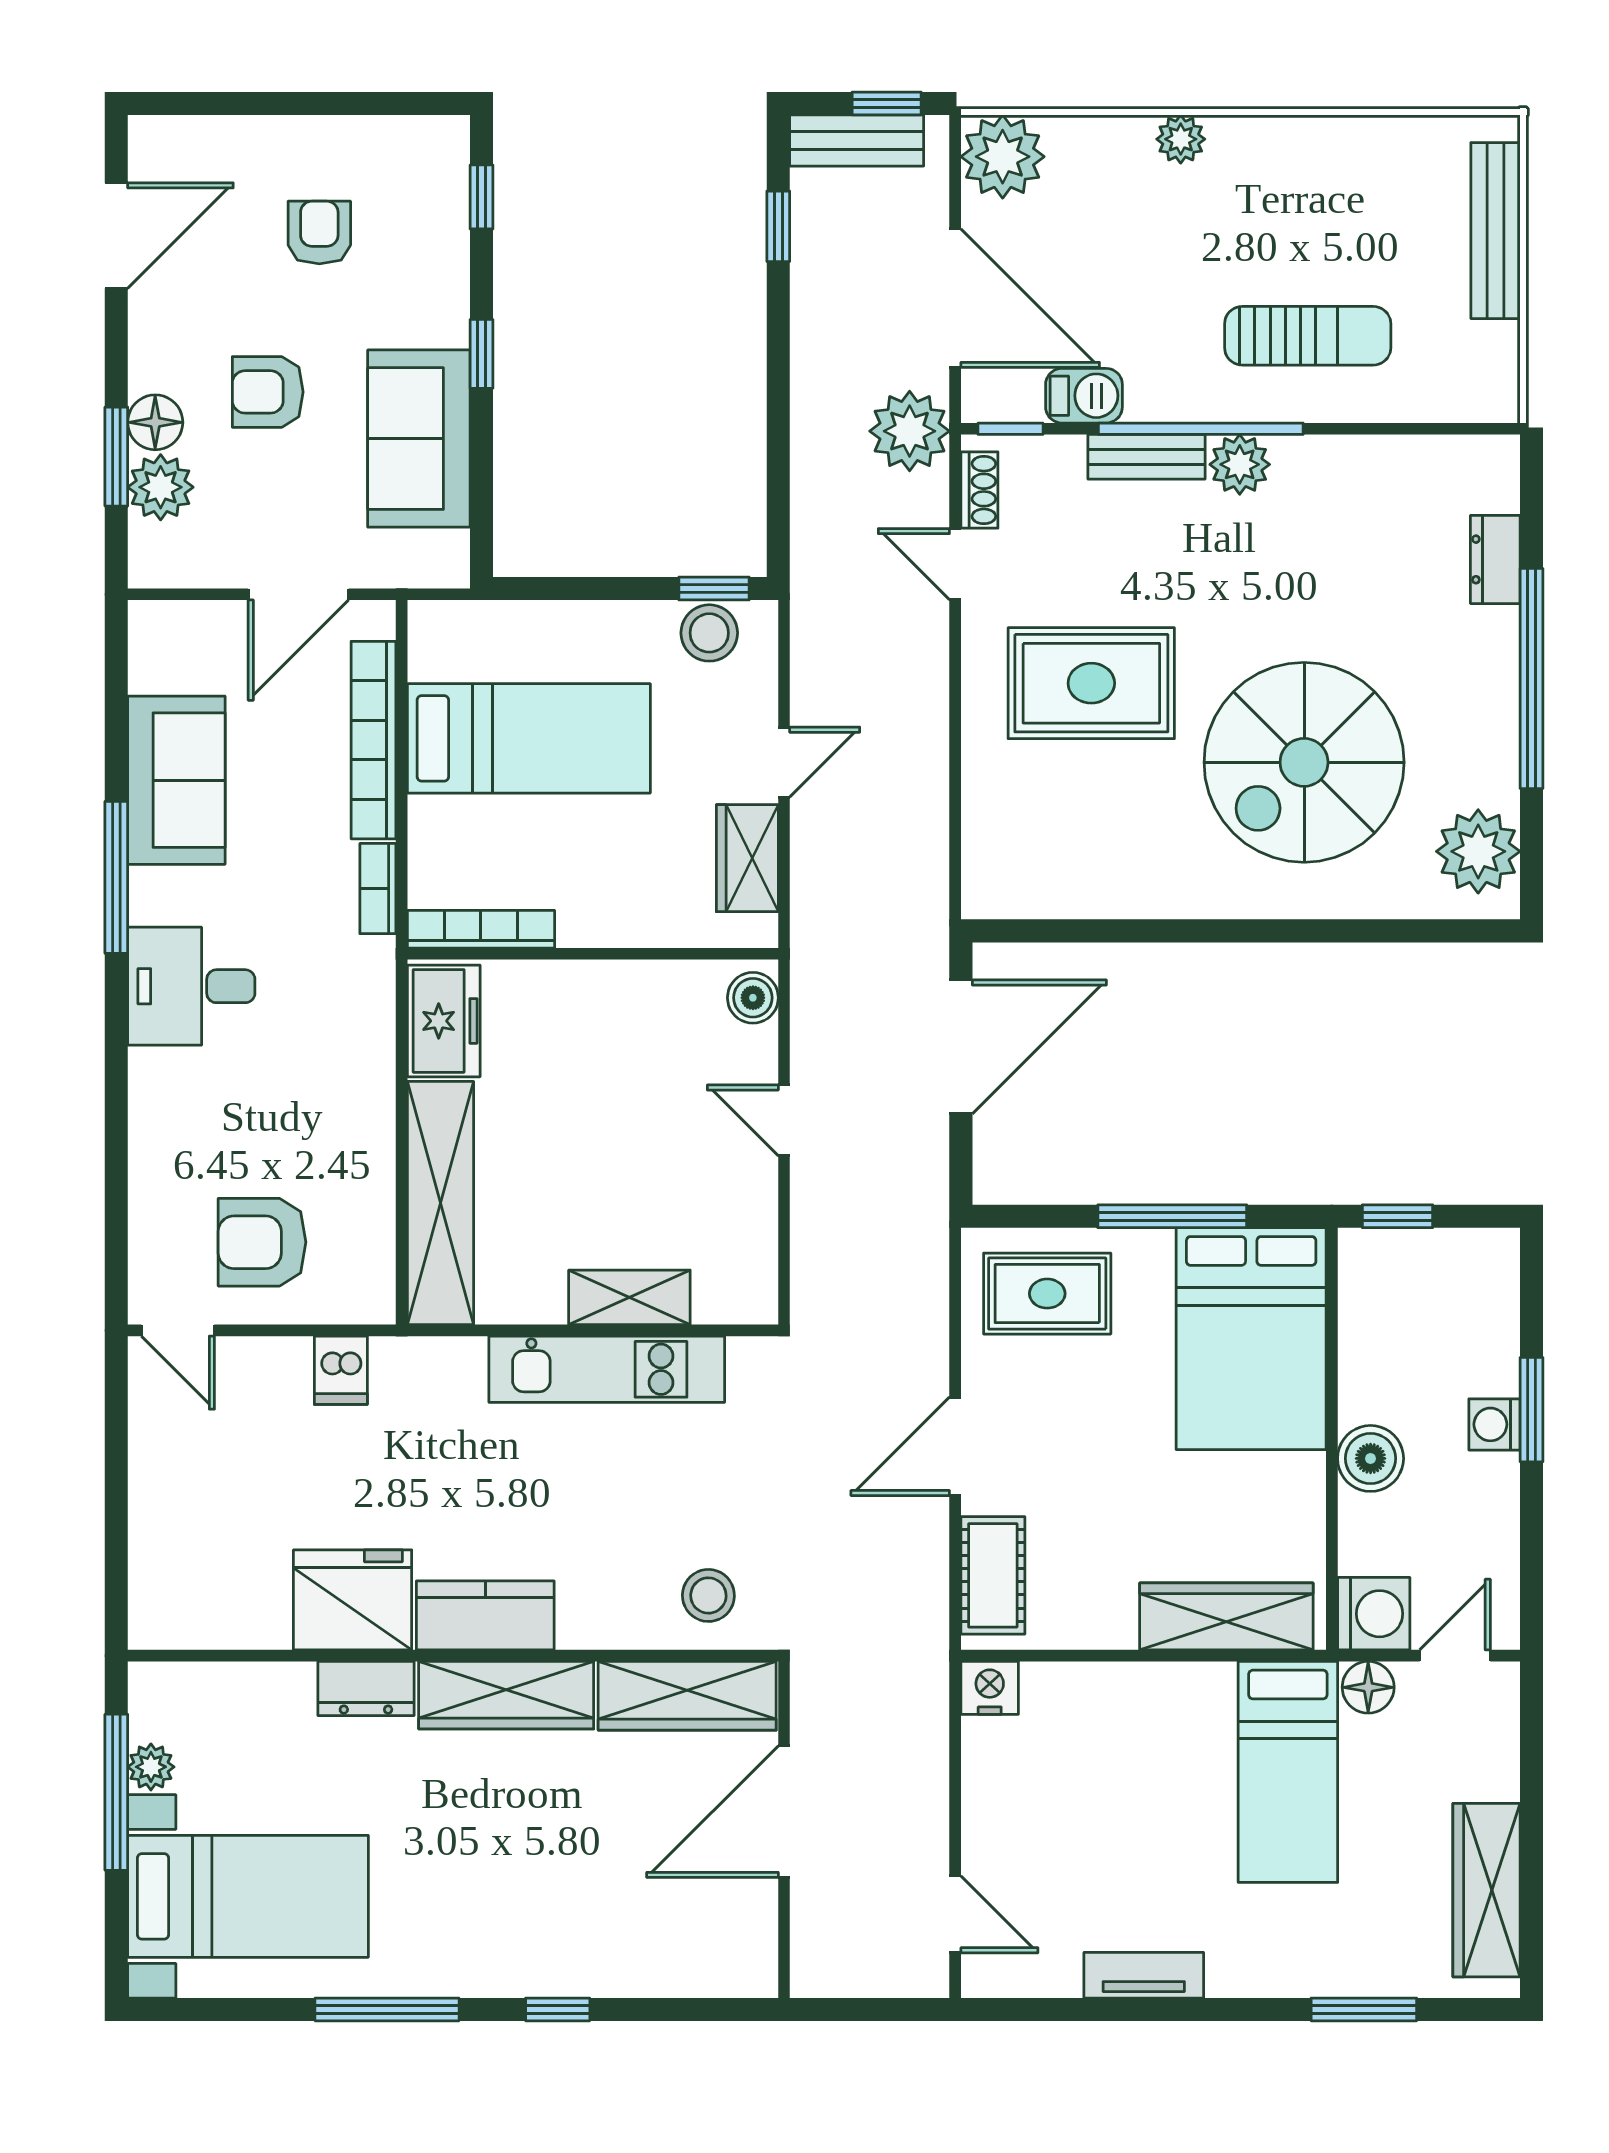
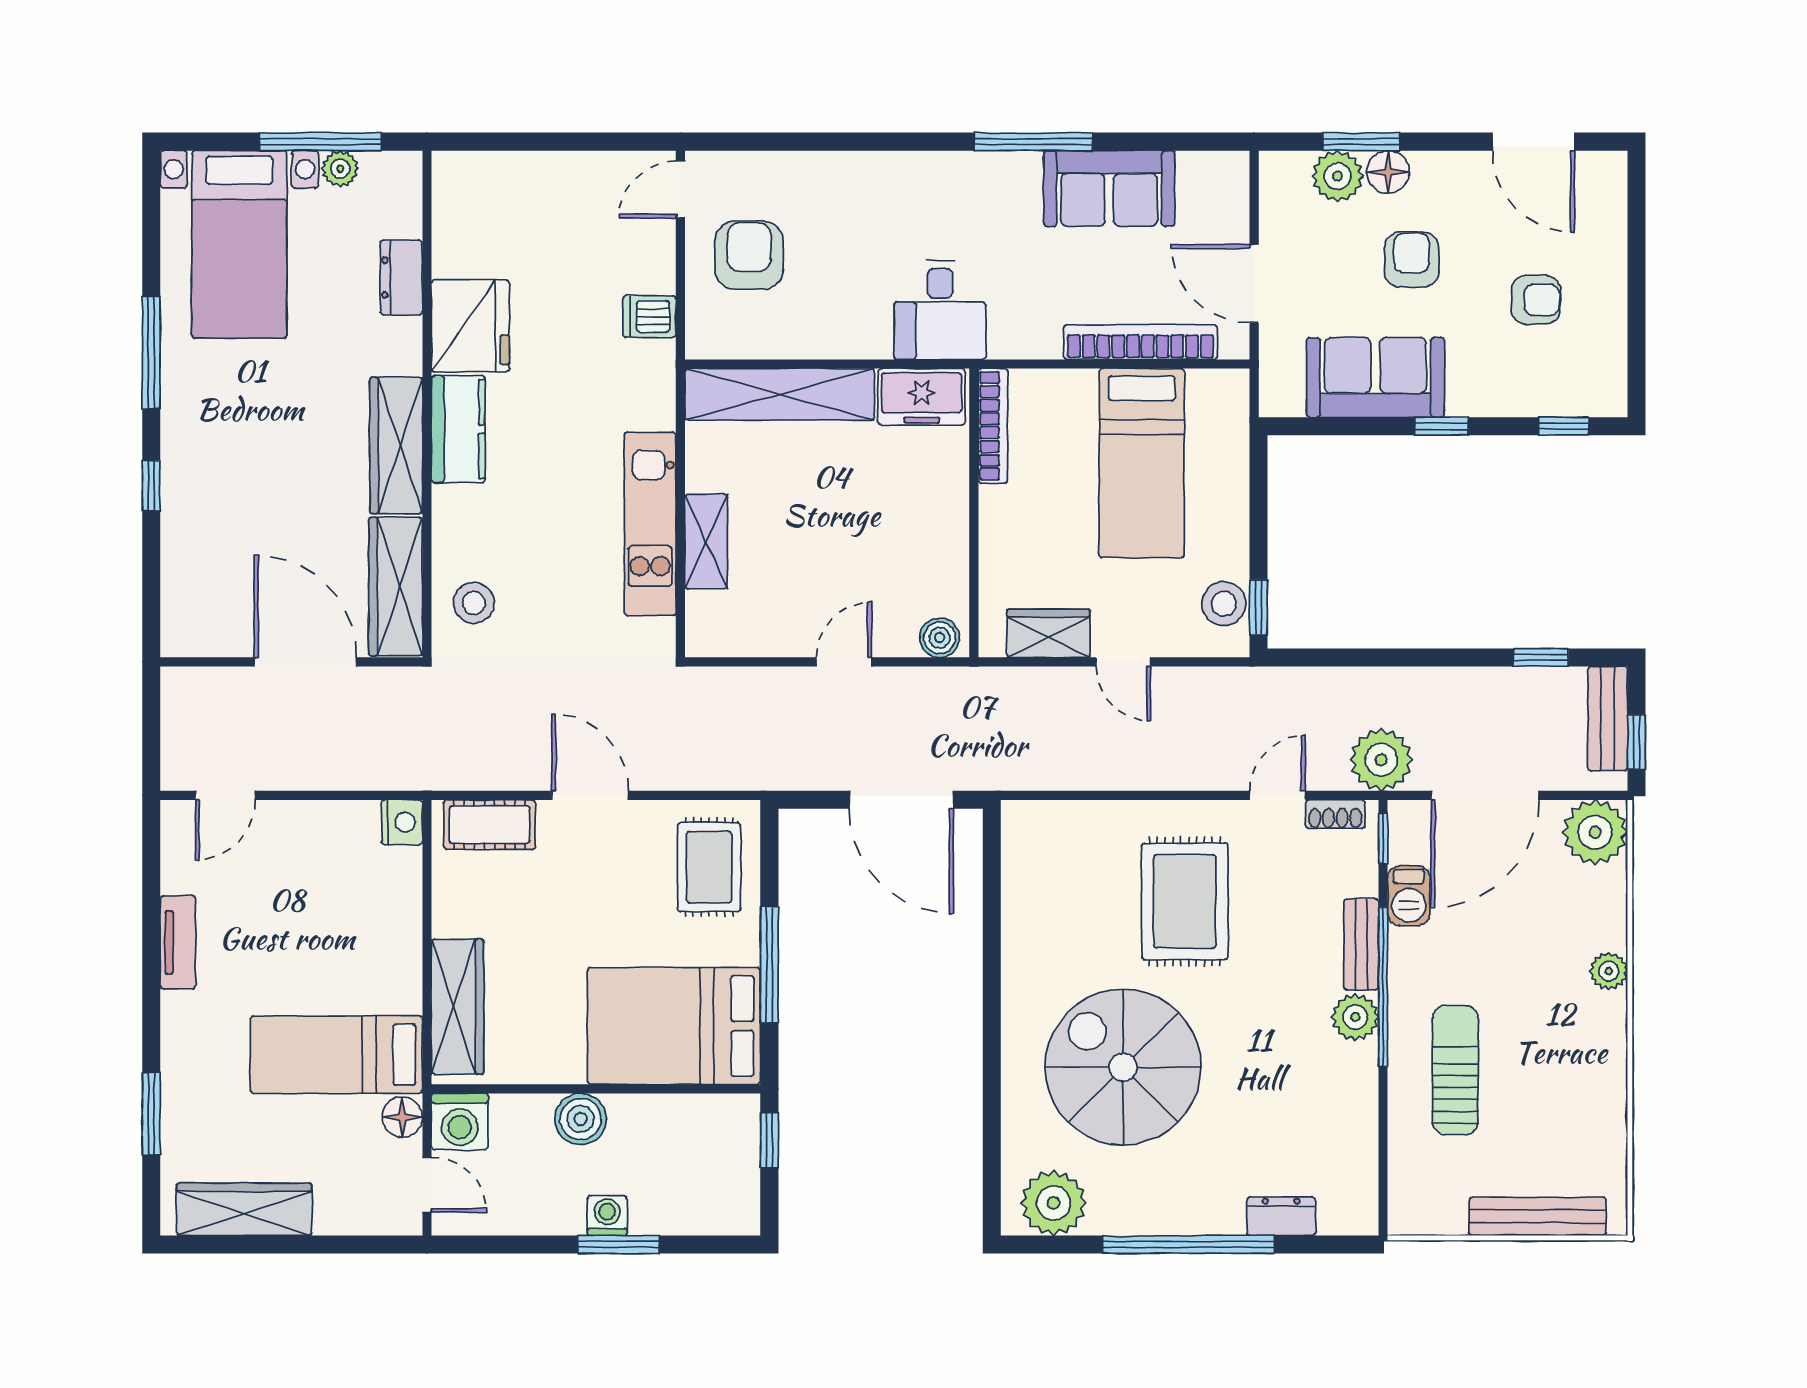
sun lounger: (1308, 336) -> (1455, 1070), turned 180
bookcase: (378, 889) -> (1025, 345), removed
desk: (191, 986) -> (940, 310), moved, turned 180
dresser: (366, 1688) -> (401, 278), moved

